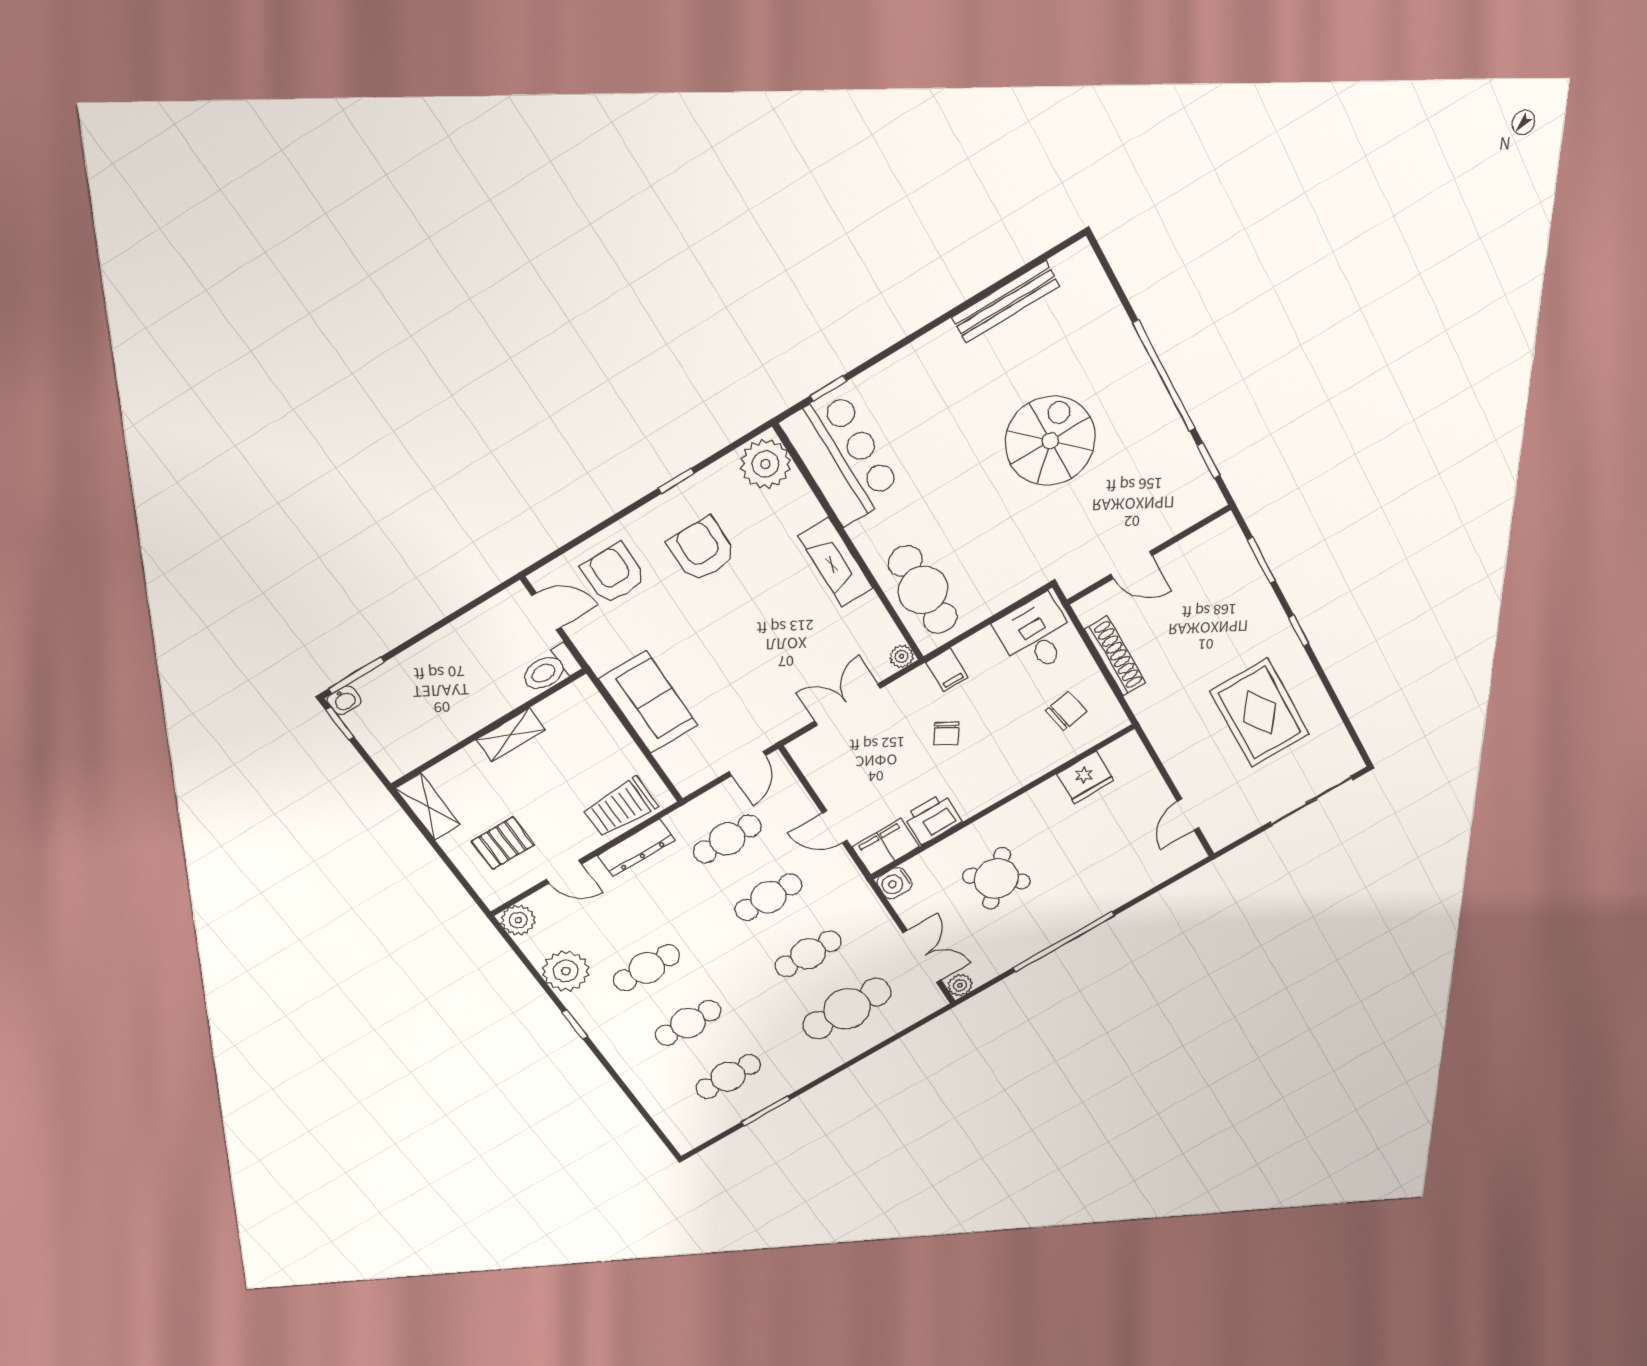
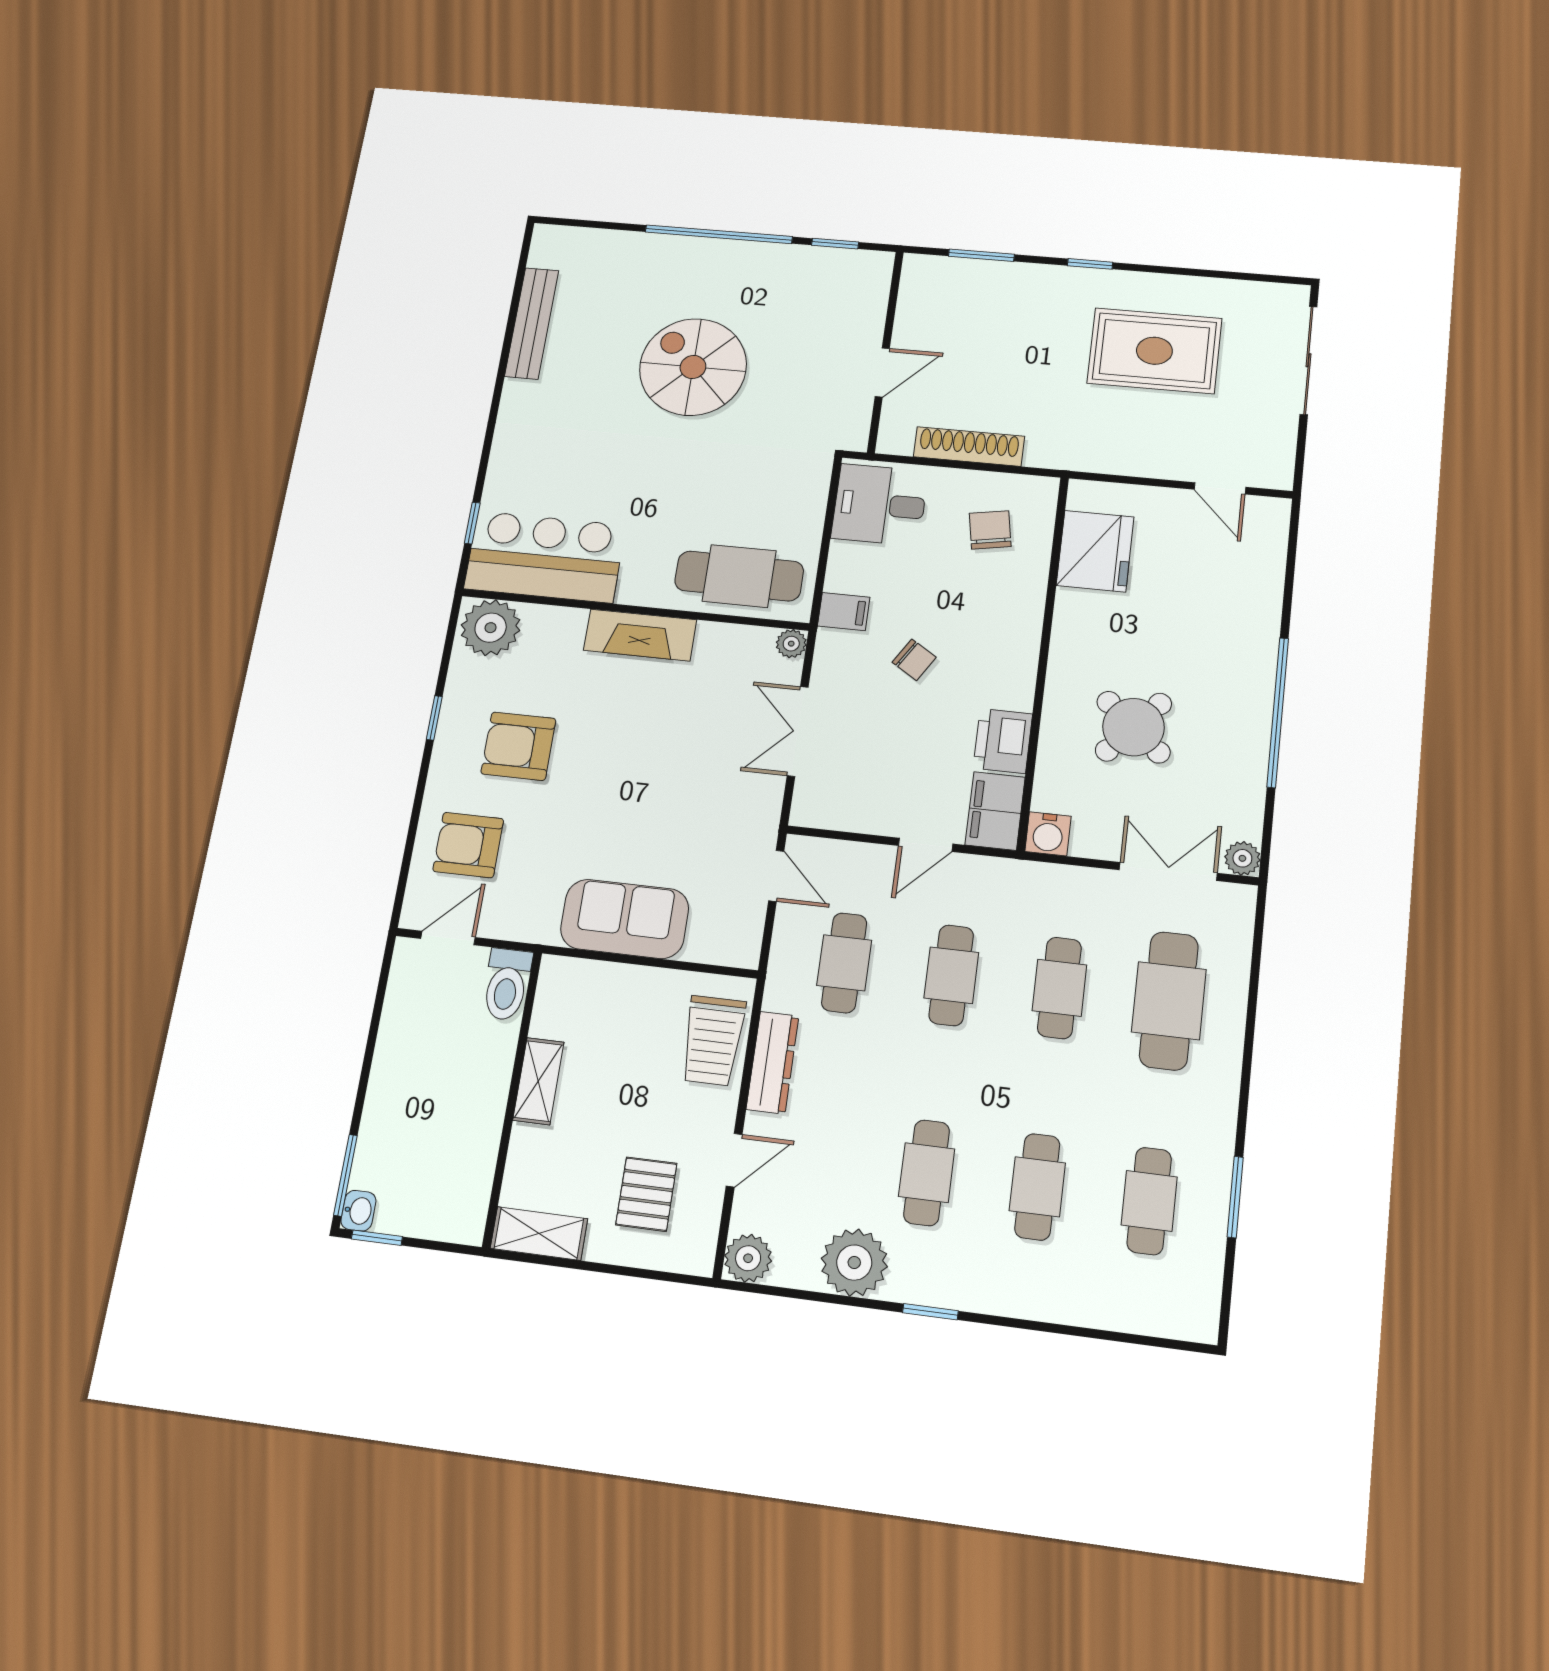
fridge: (1085, 777) -> (1095, 551), width x1.36, depth x1.34

